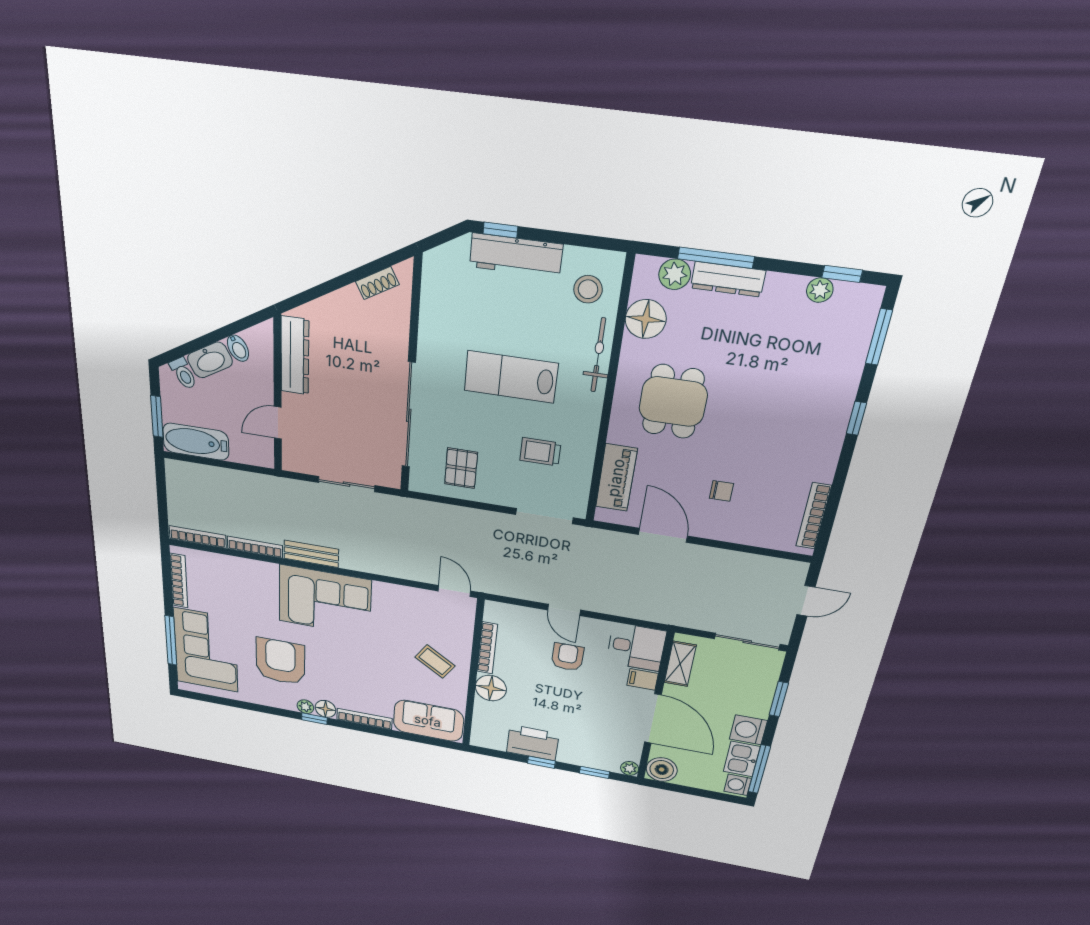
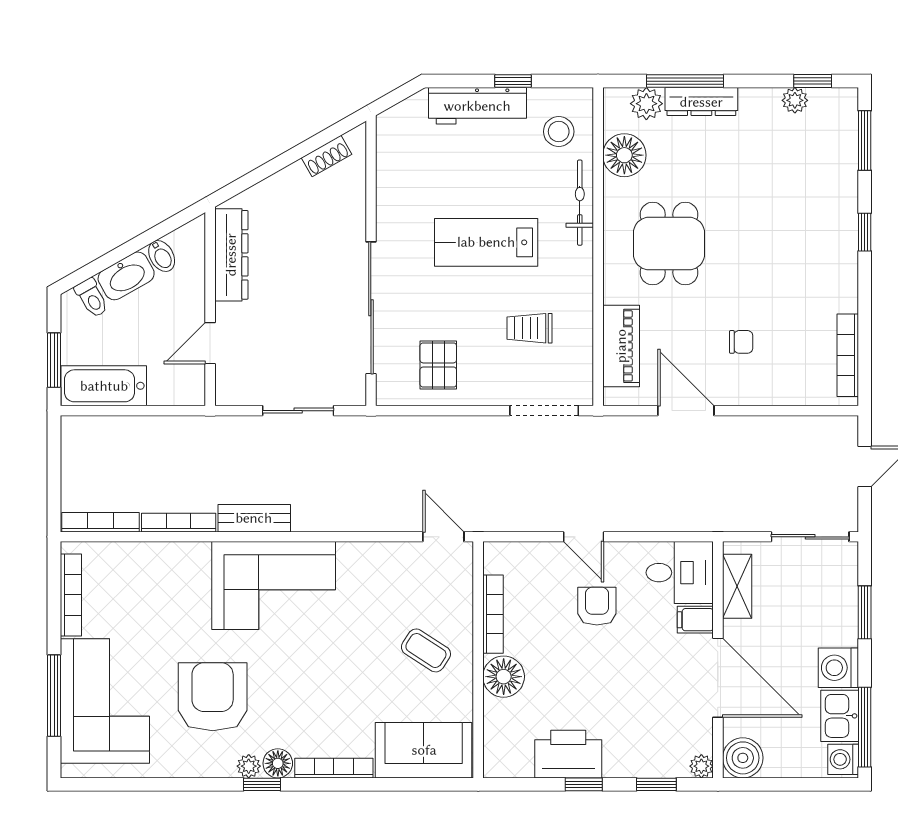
window: (500, 230) -> (513, 81), moved

